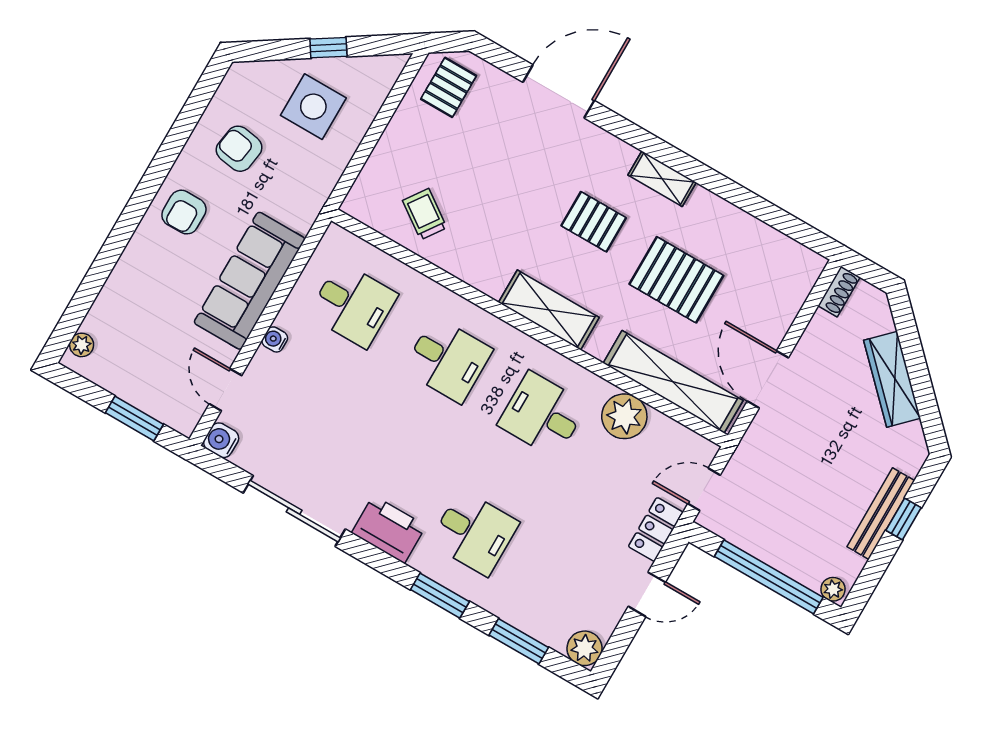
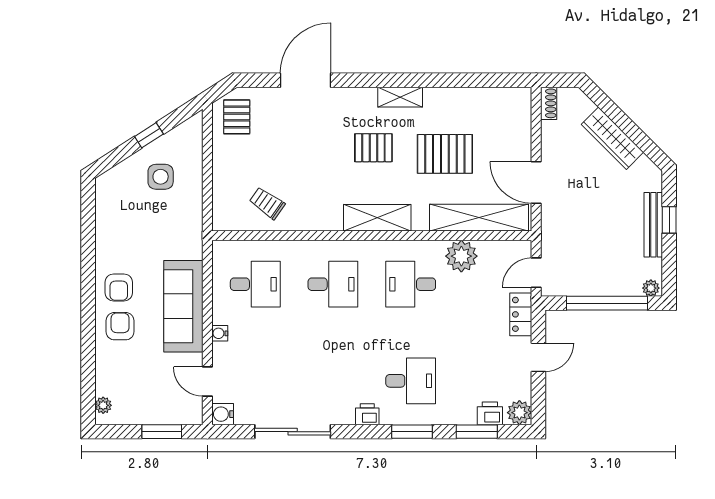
side table: (313, 107) -> (161, 177), width x0.73, depth x0.73
armchair: (239, 149) -> (120, 326), moved, turned 81
printer: (389, 529) -> (367, 414), width x0.53, depth x0.68
printer: (548, 628) -> (490, 413), added

